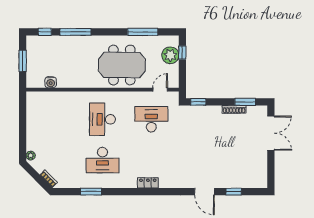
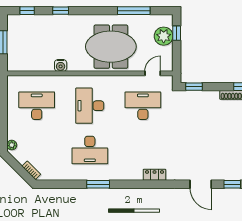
window: (76, 32) -> (61, 11), width x0.46
water cooler: (51, 82) -> (61, 65), moved
desk: (54, 119) -> (37, 106), added
locker: (148, 183) -> (155, 175), moved
window: (91, 192) -> (98, 184), moved

